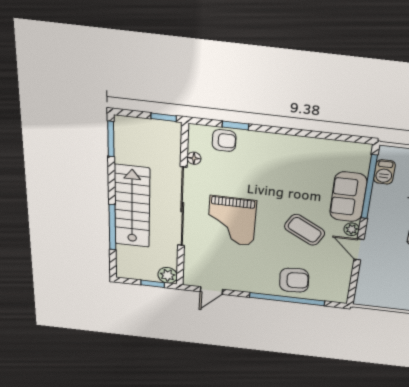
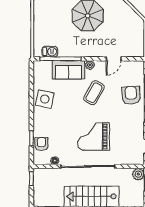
side table: (302, 155) -> (45, 99), added
grand piano: (232, 221) -> (94, 136), turned 180
door: (359, 249) -> (113, 59), moved

